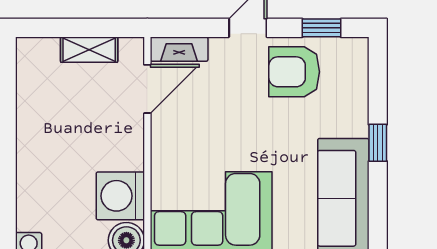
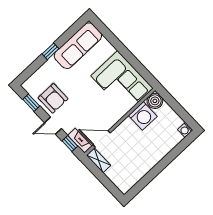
window: (191, 28) -> (70, 143), added
shelving: (89, 50) -> (99, 160), moved

